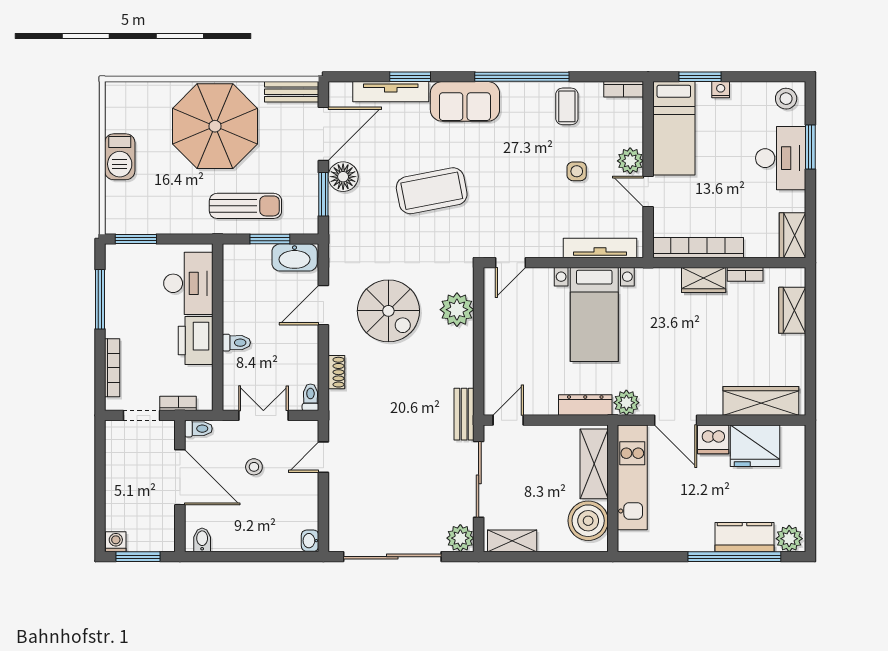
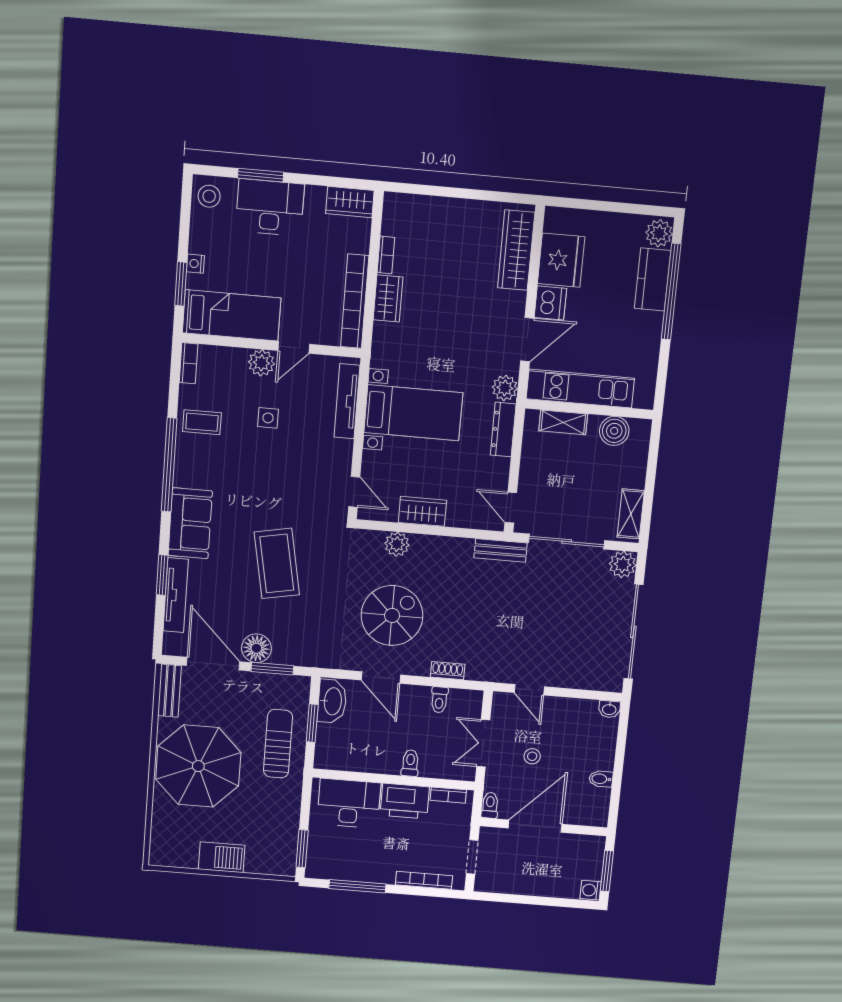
plant: (457, 310) -> (397, 544), width x0.73, depth x0.73
wardrobe: (792, 310) -> (422, 511), moved, turned 180
toilet: (310, 397) -> (439, 700), moved, turned -90
bookcase: (178, 403) -> (448, 795), moved, turned -90
shelving: (594, 464) -> (563, 422), width x0.67, depth x0.75
boiler: (588, 521) -> (614, 431), width x0.73, depth x0.73
bidet: (202, 540) -> (601, 779), moved

